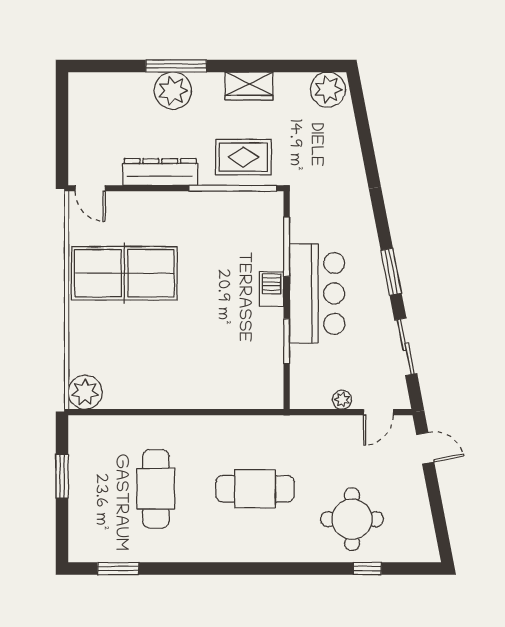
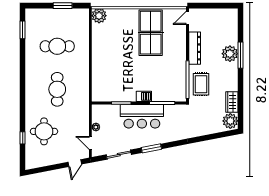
wardrobe: (249, 86) -> (232, 102), moved

